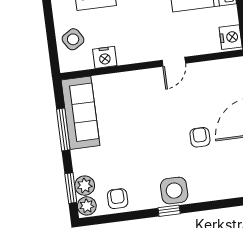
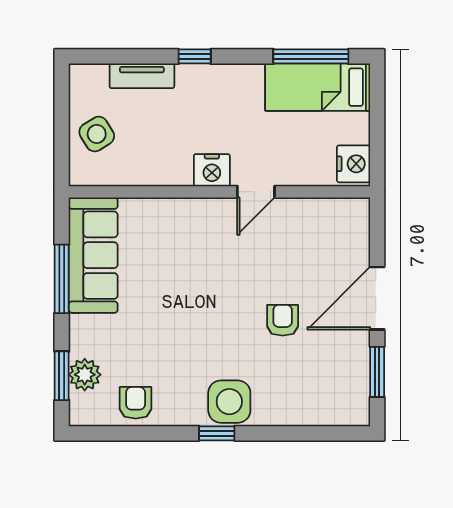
nightstand: (105, 57) -> (212, 170), moved
plant: (87, 206) -> (84, 408), removed

